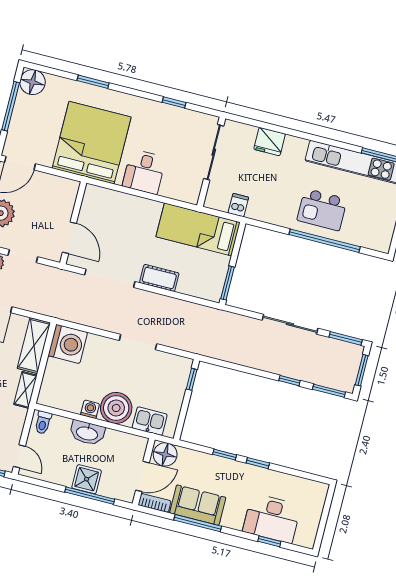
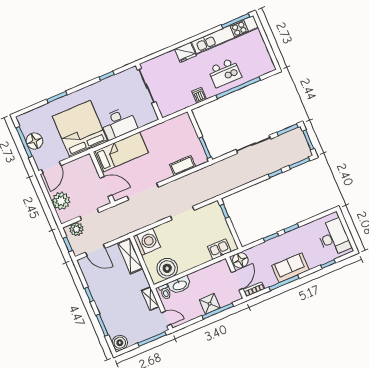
floor lamp: (33, 82) -> (34, 141), moved
fridge: (270, 142) -> (185, 52), moved
desk: (144, 172) -> (119, 123), width x1.37
dishwasher: (238, 205) -> (199, 95), moved
bed: (198, 229) -> (121, 152), moved, turned 180
cot: (159, 278) -> (183, 166), moved
shelving: (25, 390) -> (150, 299), moved
boiler: (116, 408) -> (167, 268), moved
washing machine: (90, 409) -> (184, 267), removed
washbasin: (87, 433) -> (180, 285), moved
sofa: (198, 505) -> (290, 268), moved
desk: (272, 518) -> (334, 237), moved, turned -90

